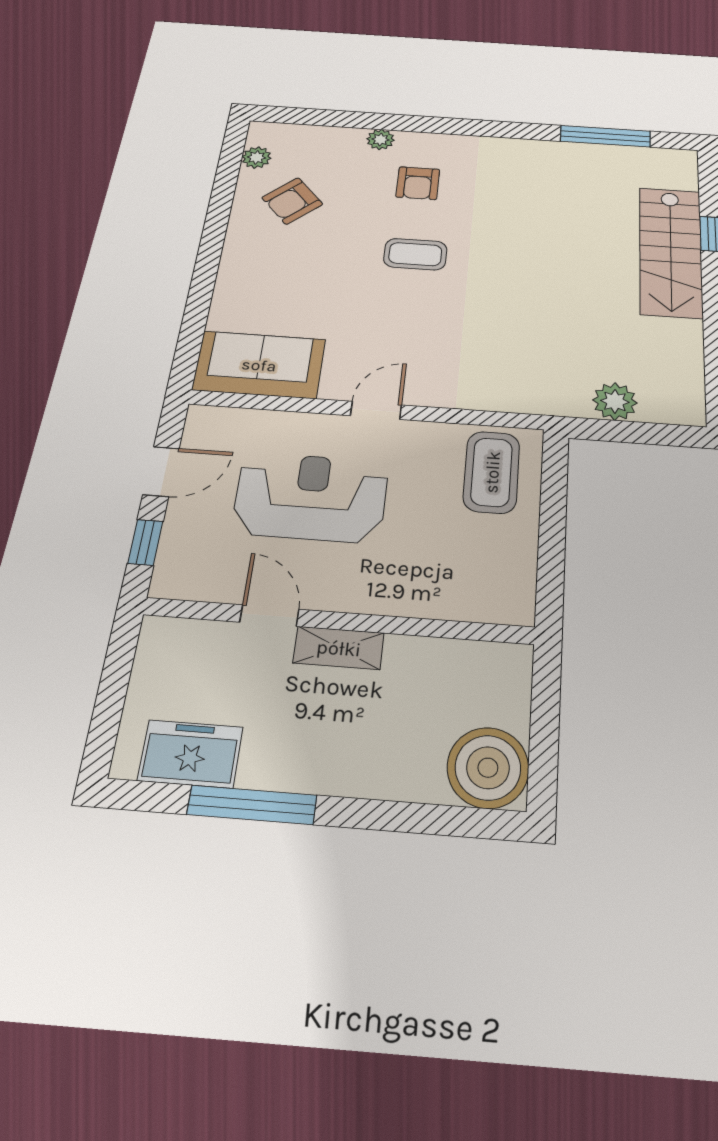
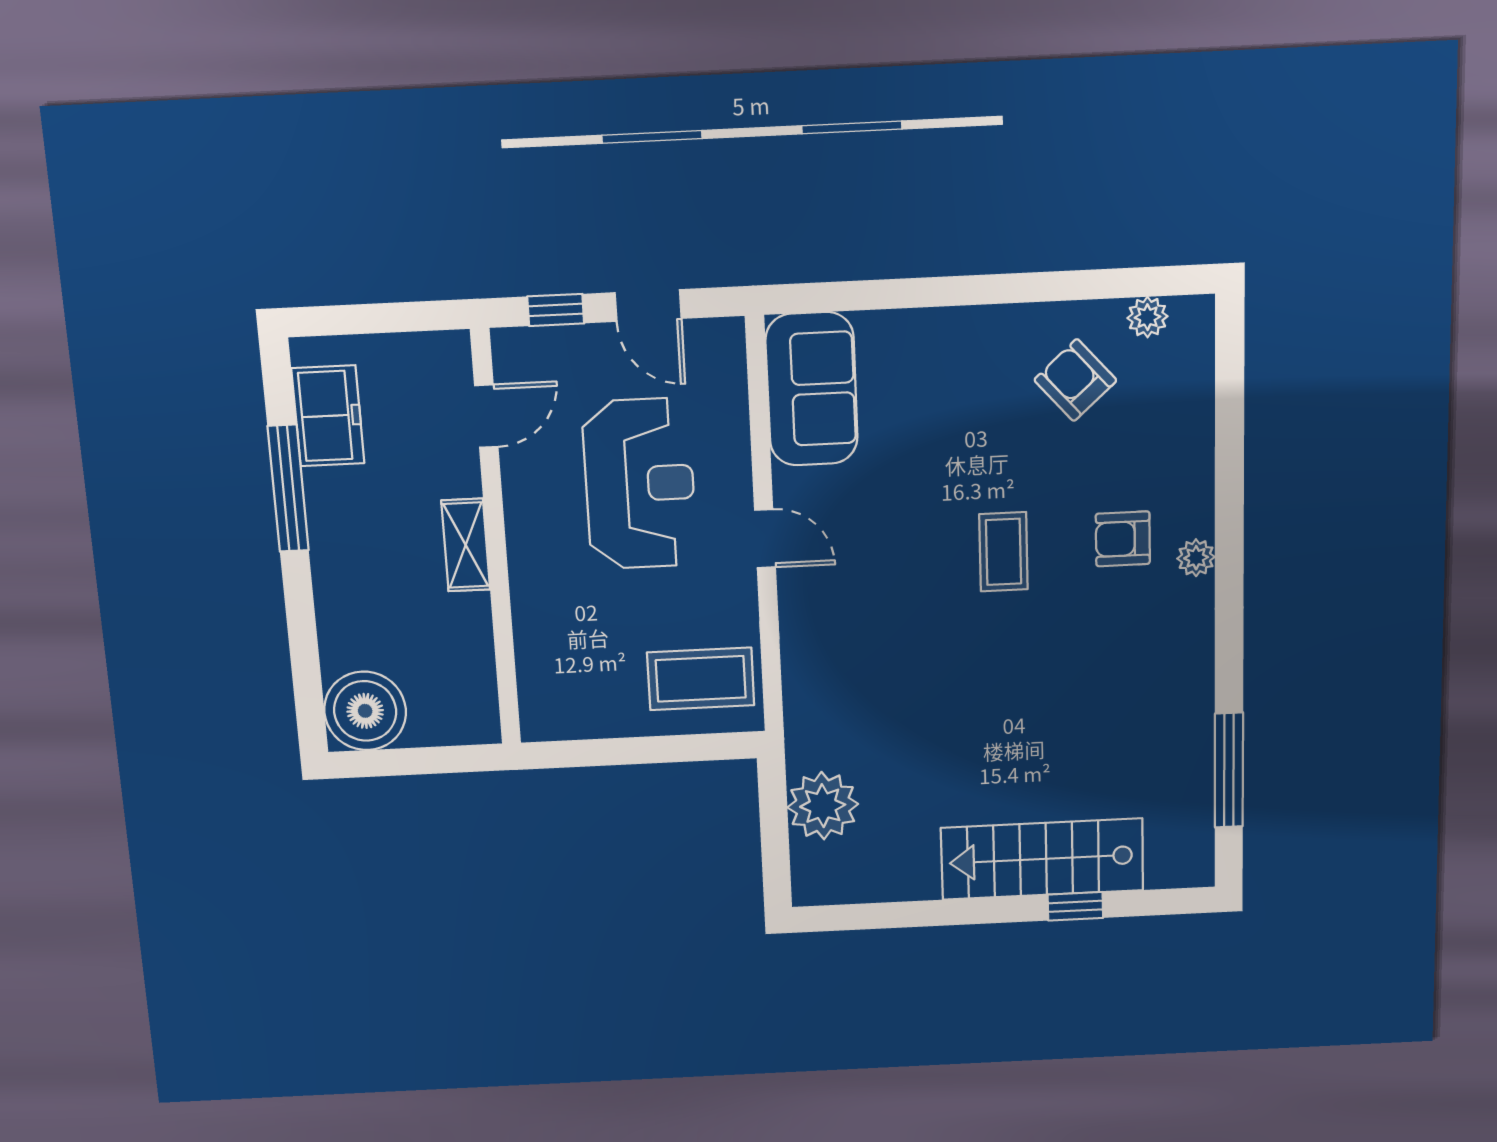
plant: (380, 140) -> (1196, 558), moved
plant: (615, 401) -> (823, 806), width x1.36, depth x1.36
door: (269, 616) -> (486, 416), moved

